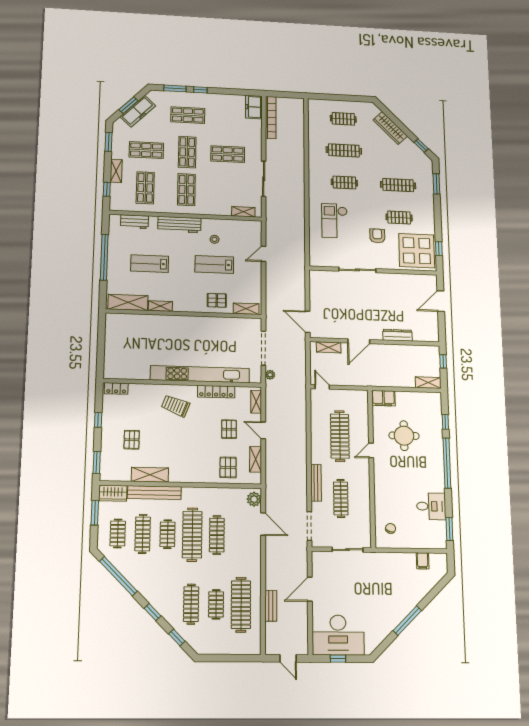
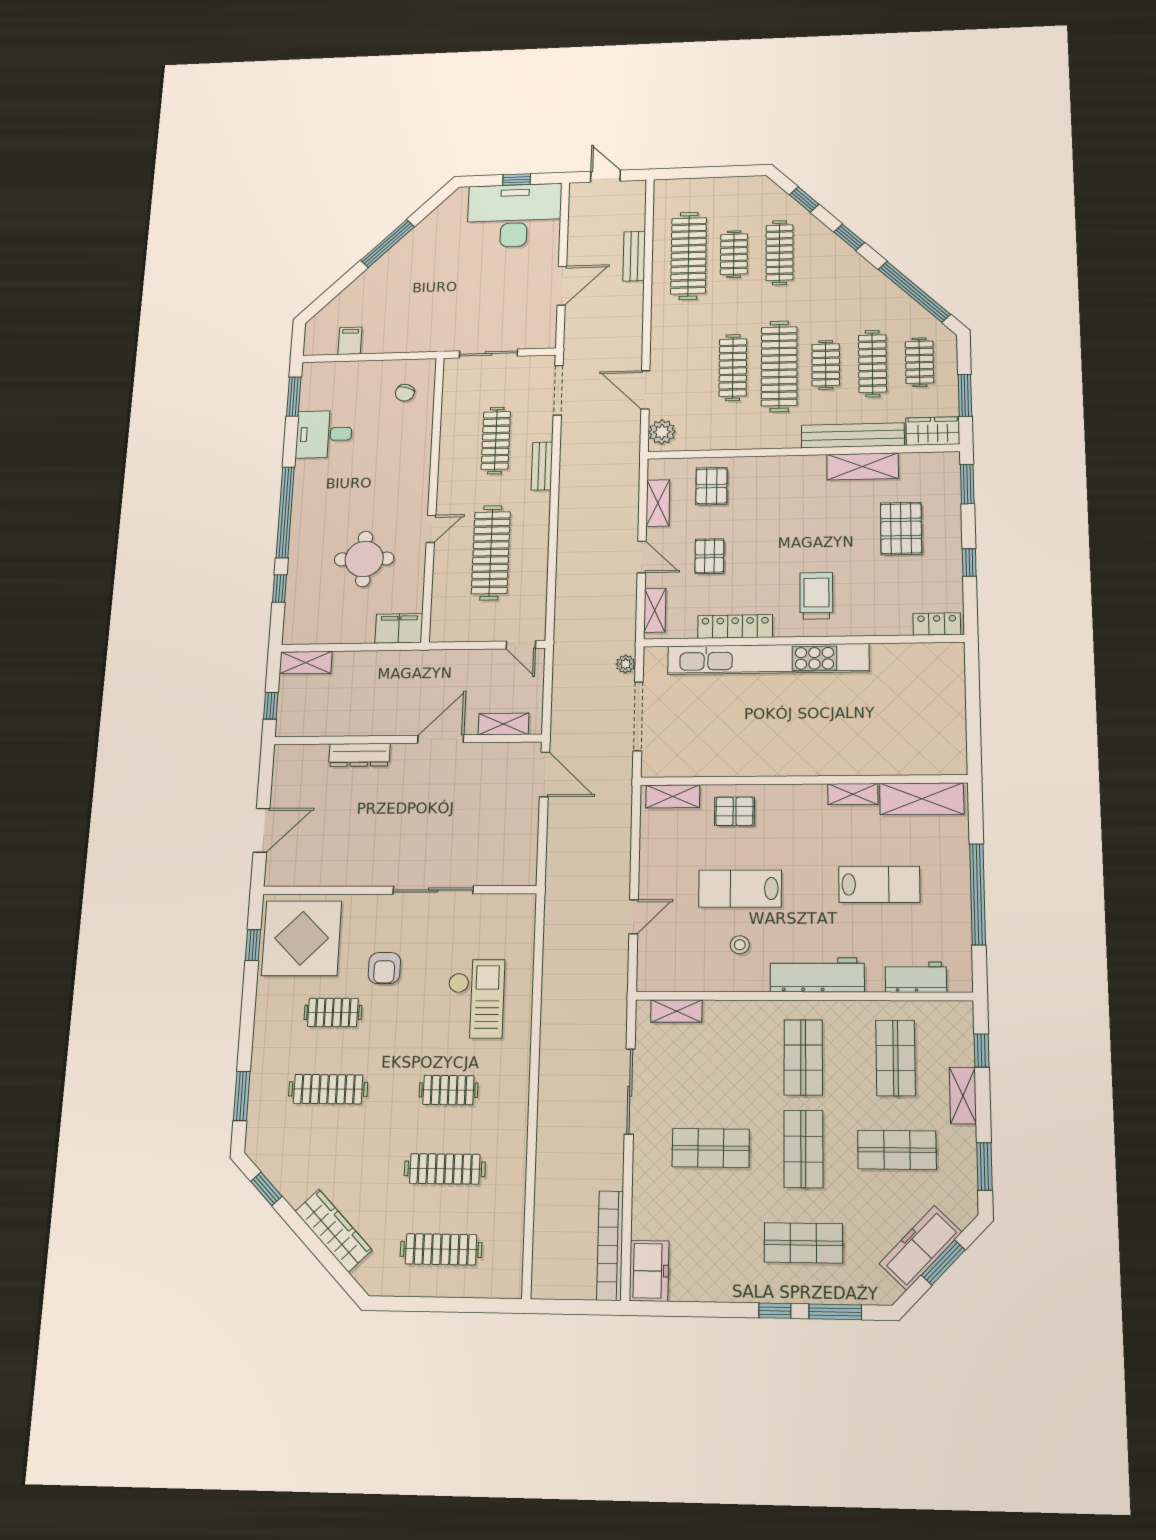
clothes rail: (343, 119) -> (441, 1249), width x1.36
lab bench: (214, 264) -> (740, 889), turned 180
trolley: (175, 406) -> (816, 596), turned -111
pallet: (132, 440) -> (901, 529), width x1.50, depth x1.42
bench: (316, 483) -> (542, 466), width x0.73

